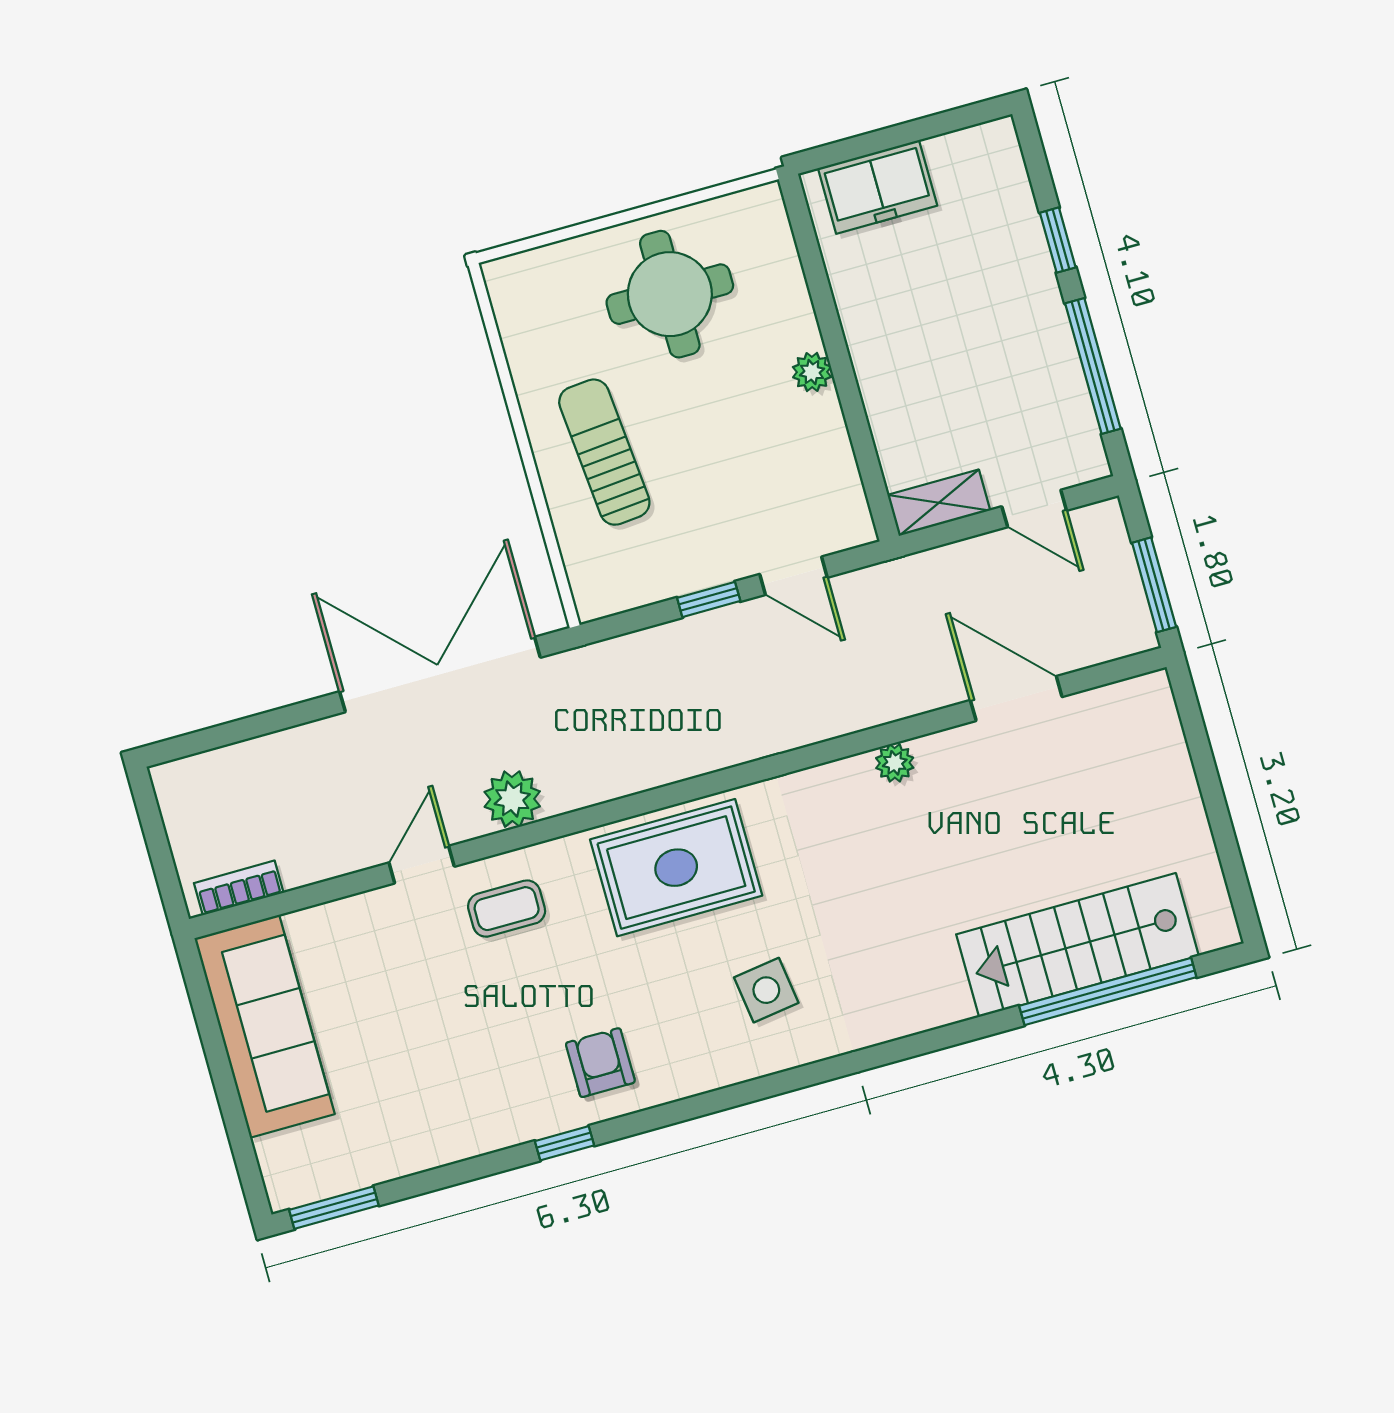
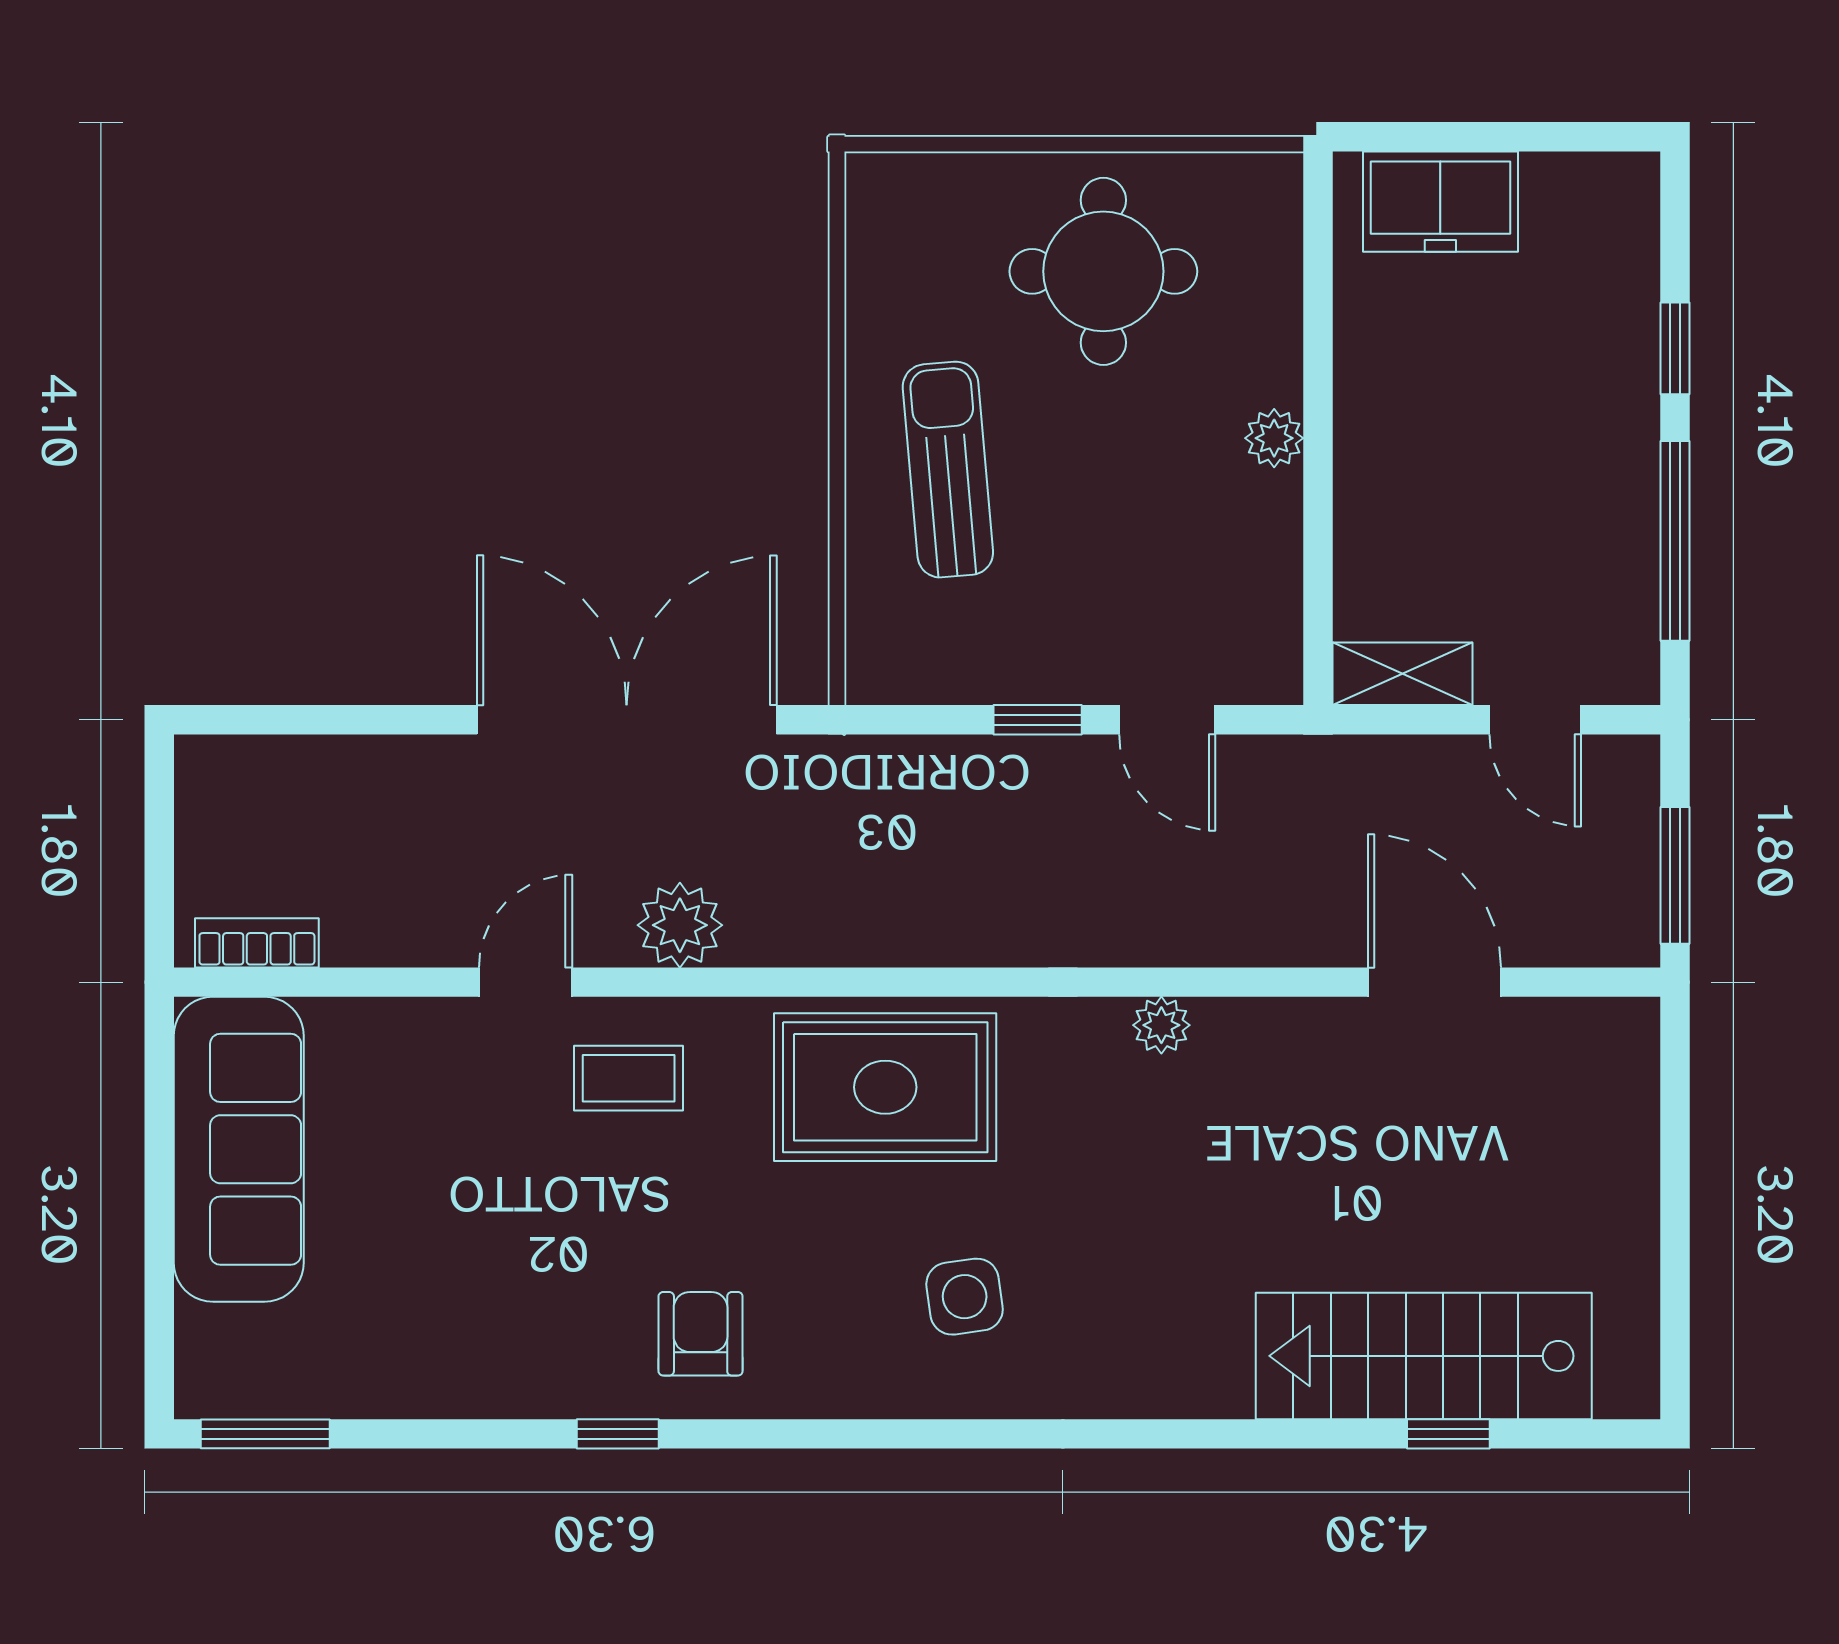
plant: (895, 763) -> (1161, 1025), moved
window: (1108, 992) -> (1448, 1434), width x0.32

